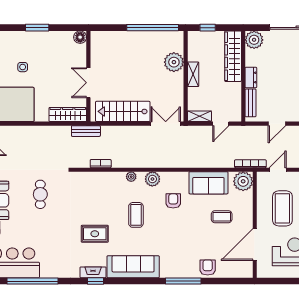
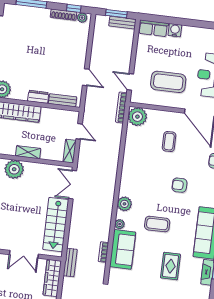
sofa: (208, 183) -> (123, 249), moved
armchair: (173, 201) -> (179, 185), moved

